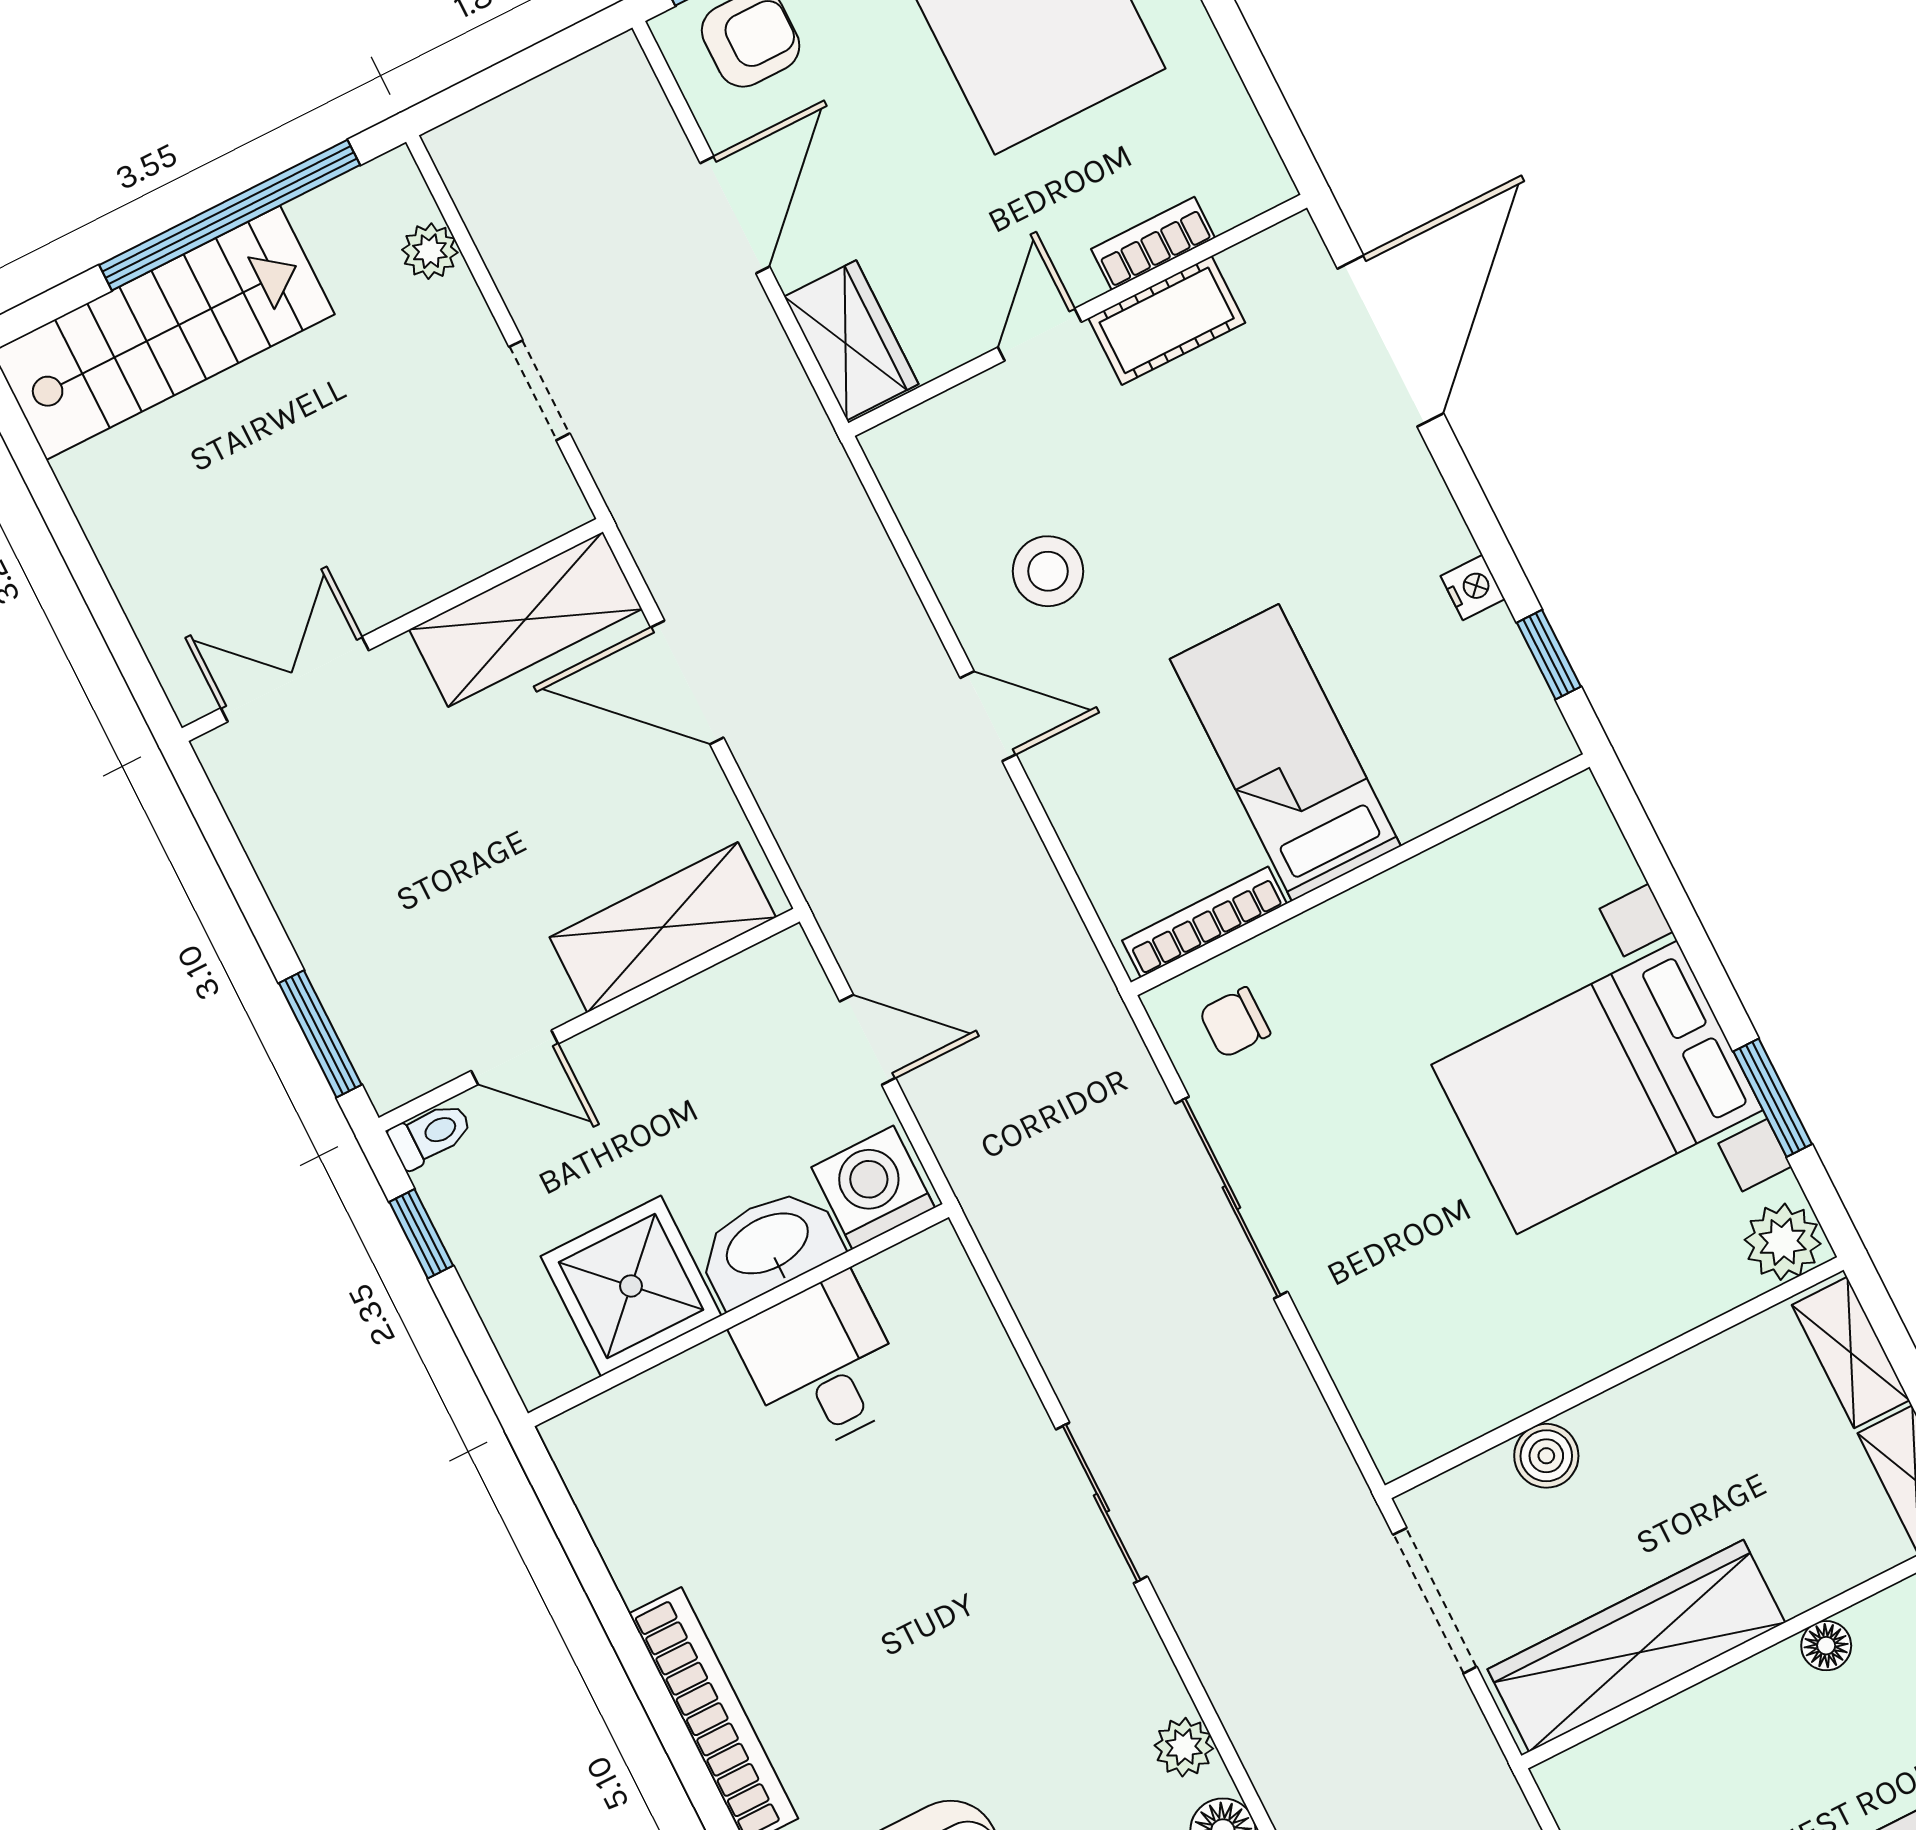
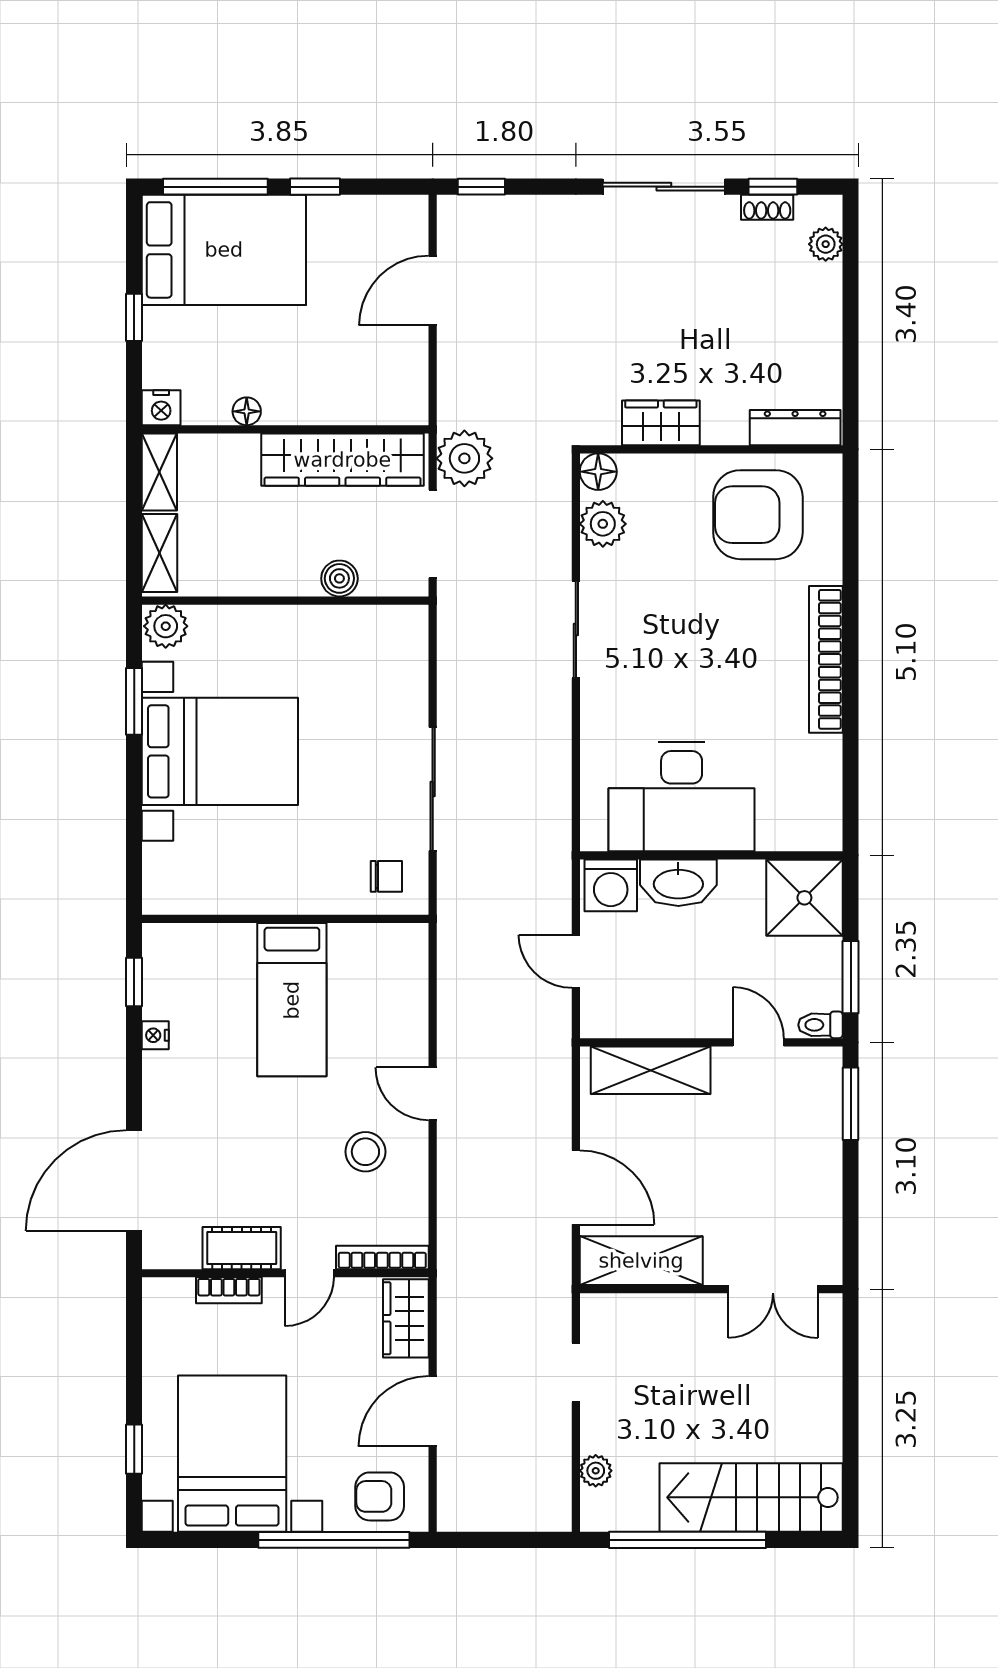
bookcase: (1204, 922) -> (382, 1257), moved, turned 180
window: (421, 1234) -> (851, 977), width x1.50
shower: (631, 1286) -> (804, 898), moved
desk: (822, 1364) -> (682, 797), width x1.87, depth x1.30
sliding door: (1102, 1503) -> (576, 630), moved
plant: (1445, 1745) -> (464, 458), added
plant: (1184, 1747) -> (603, 524), width x1.38, depth x1.38

